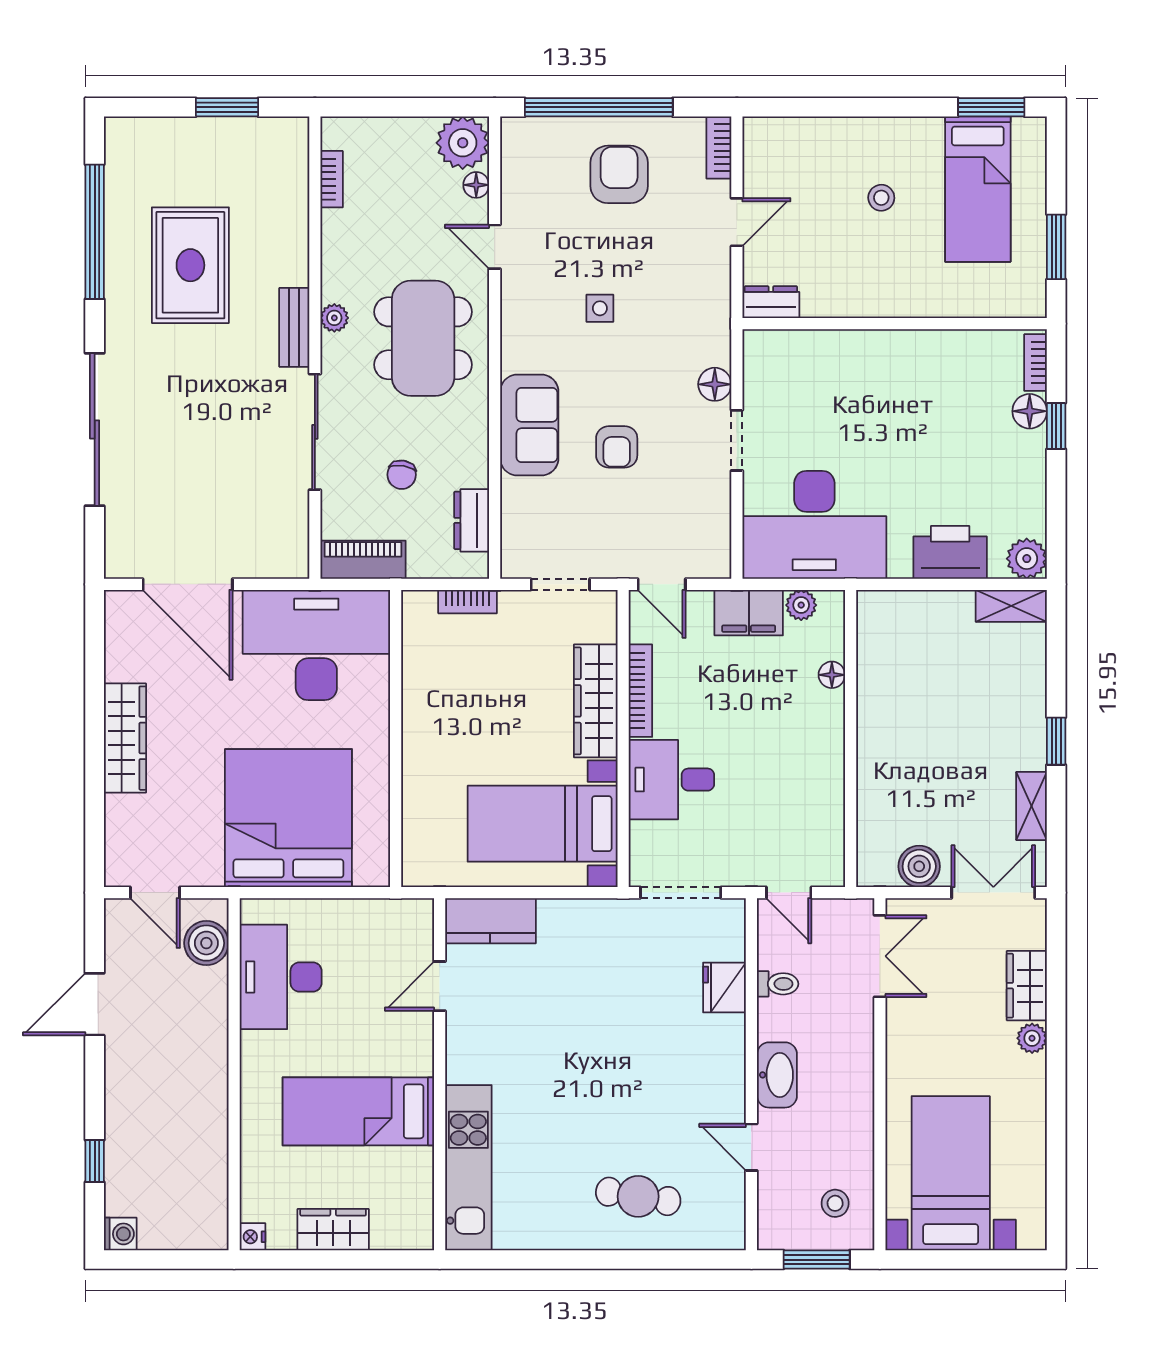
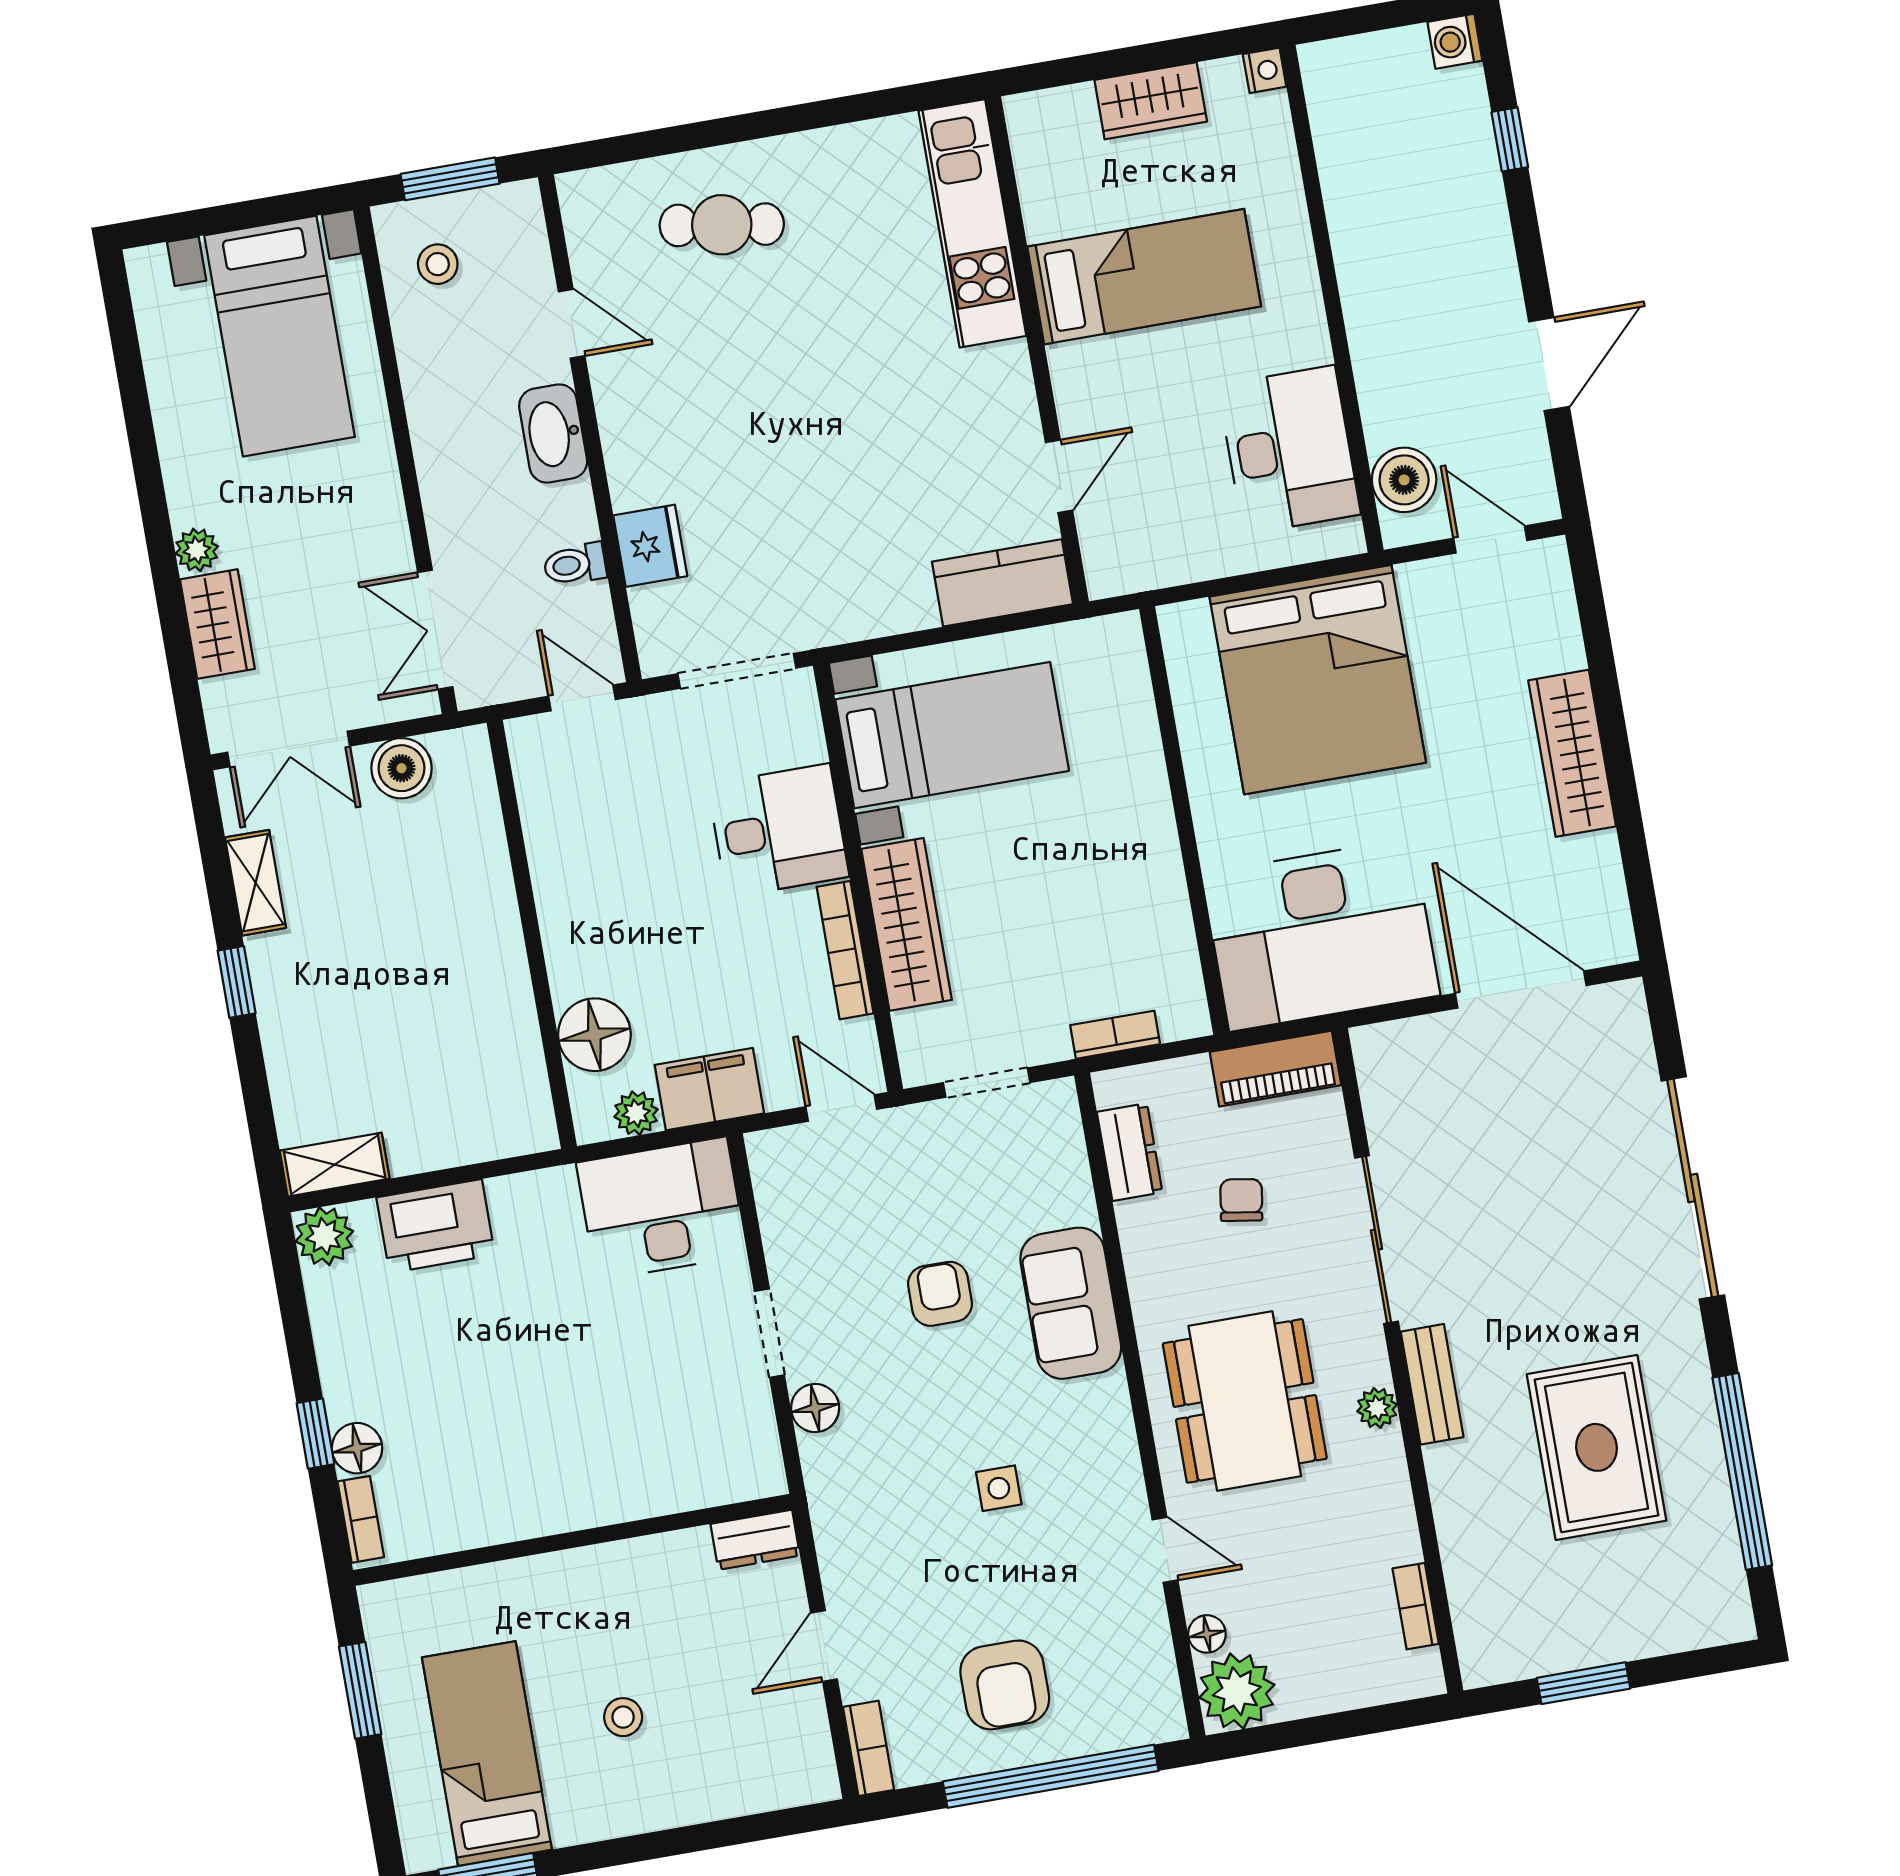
desk: (814, 525) -> (662, 1209), width x0.73, depth x0.77
floor lamp: (832, 675) -> (594, 1035), width x1.89, depth x1.89

